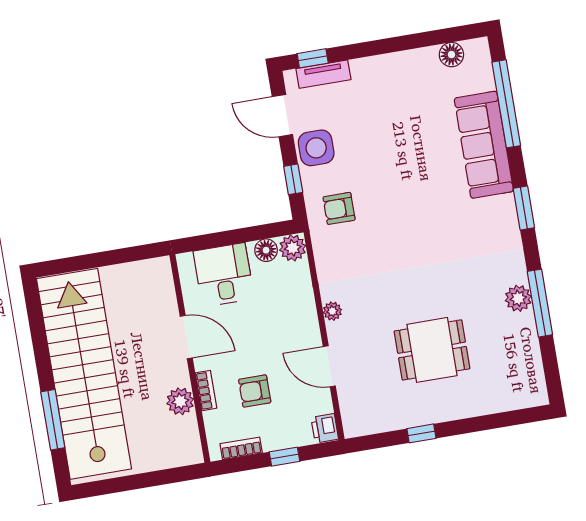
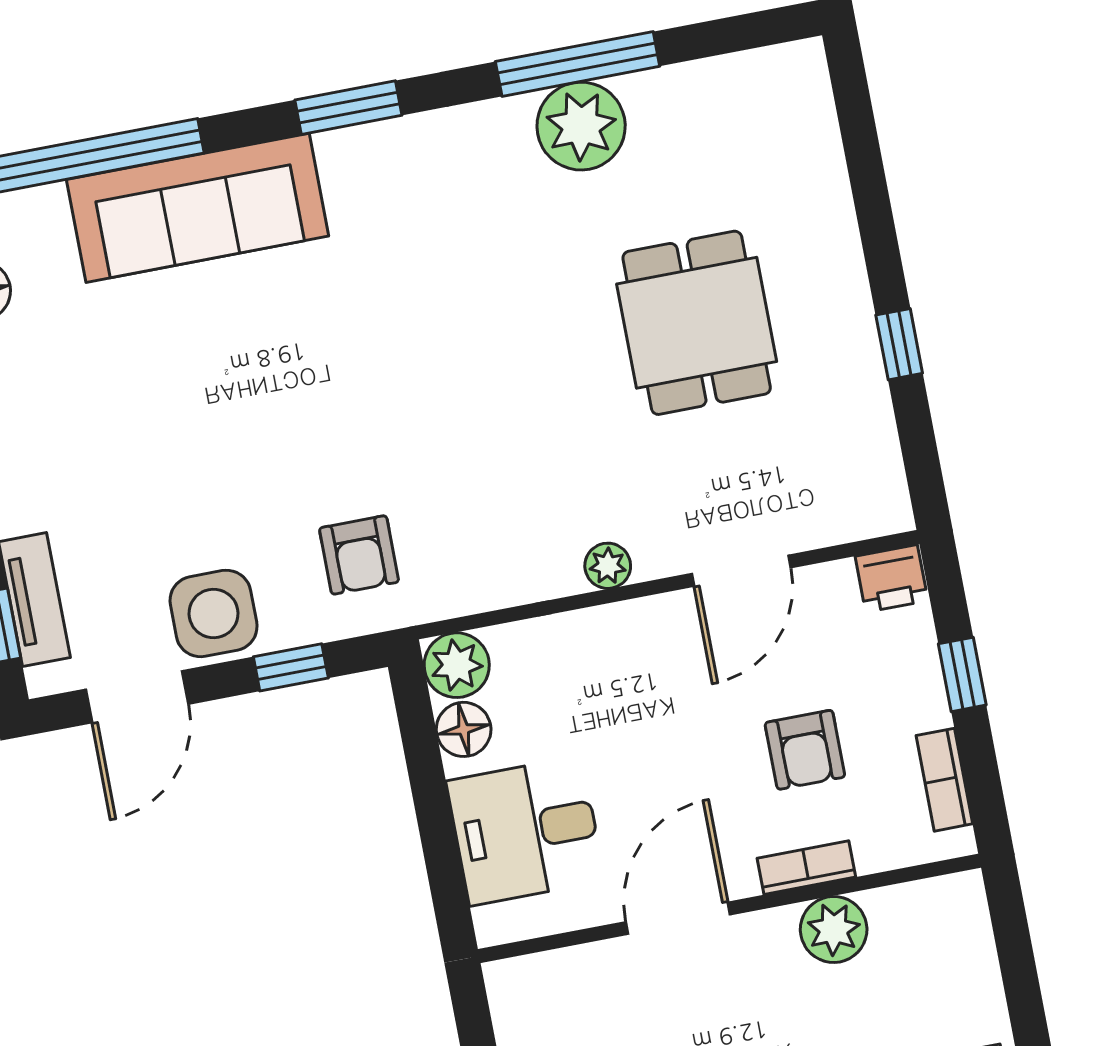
plant: (518, 298) -> (581, 126), width x1.36, depth x1.36

